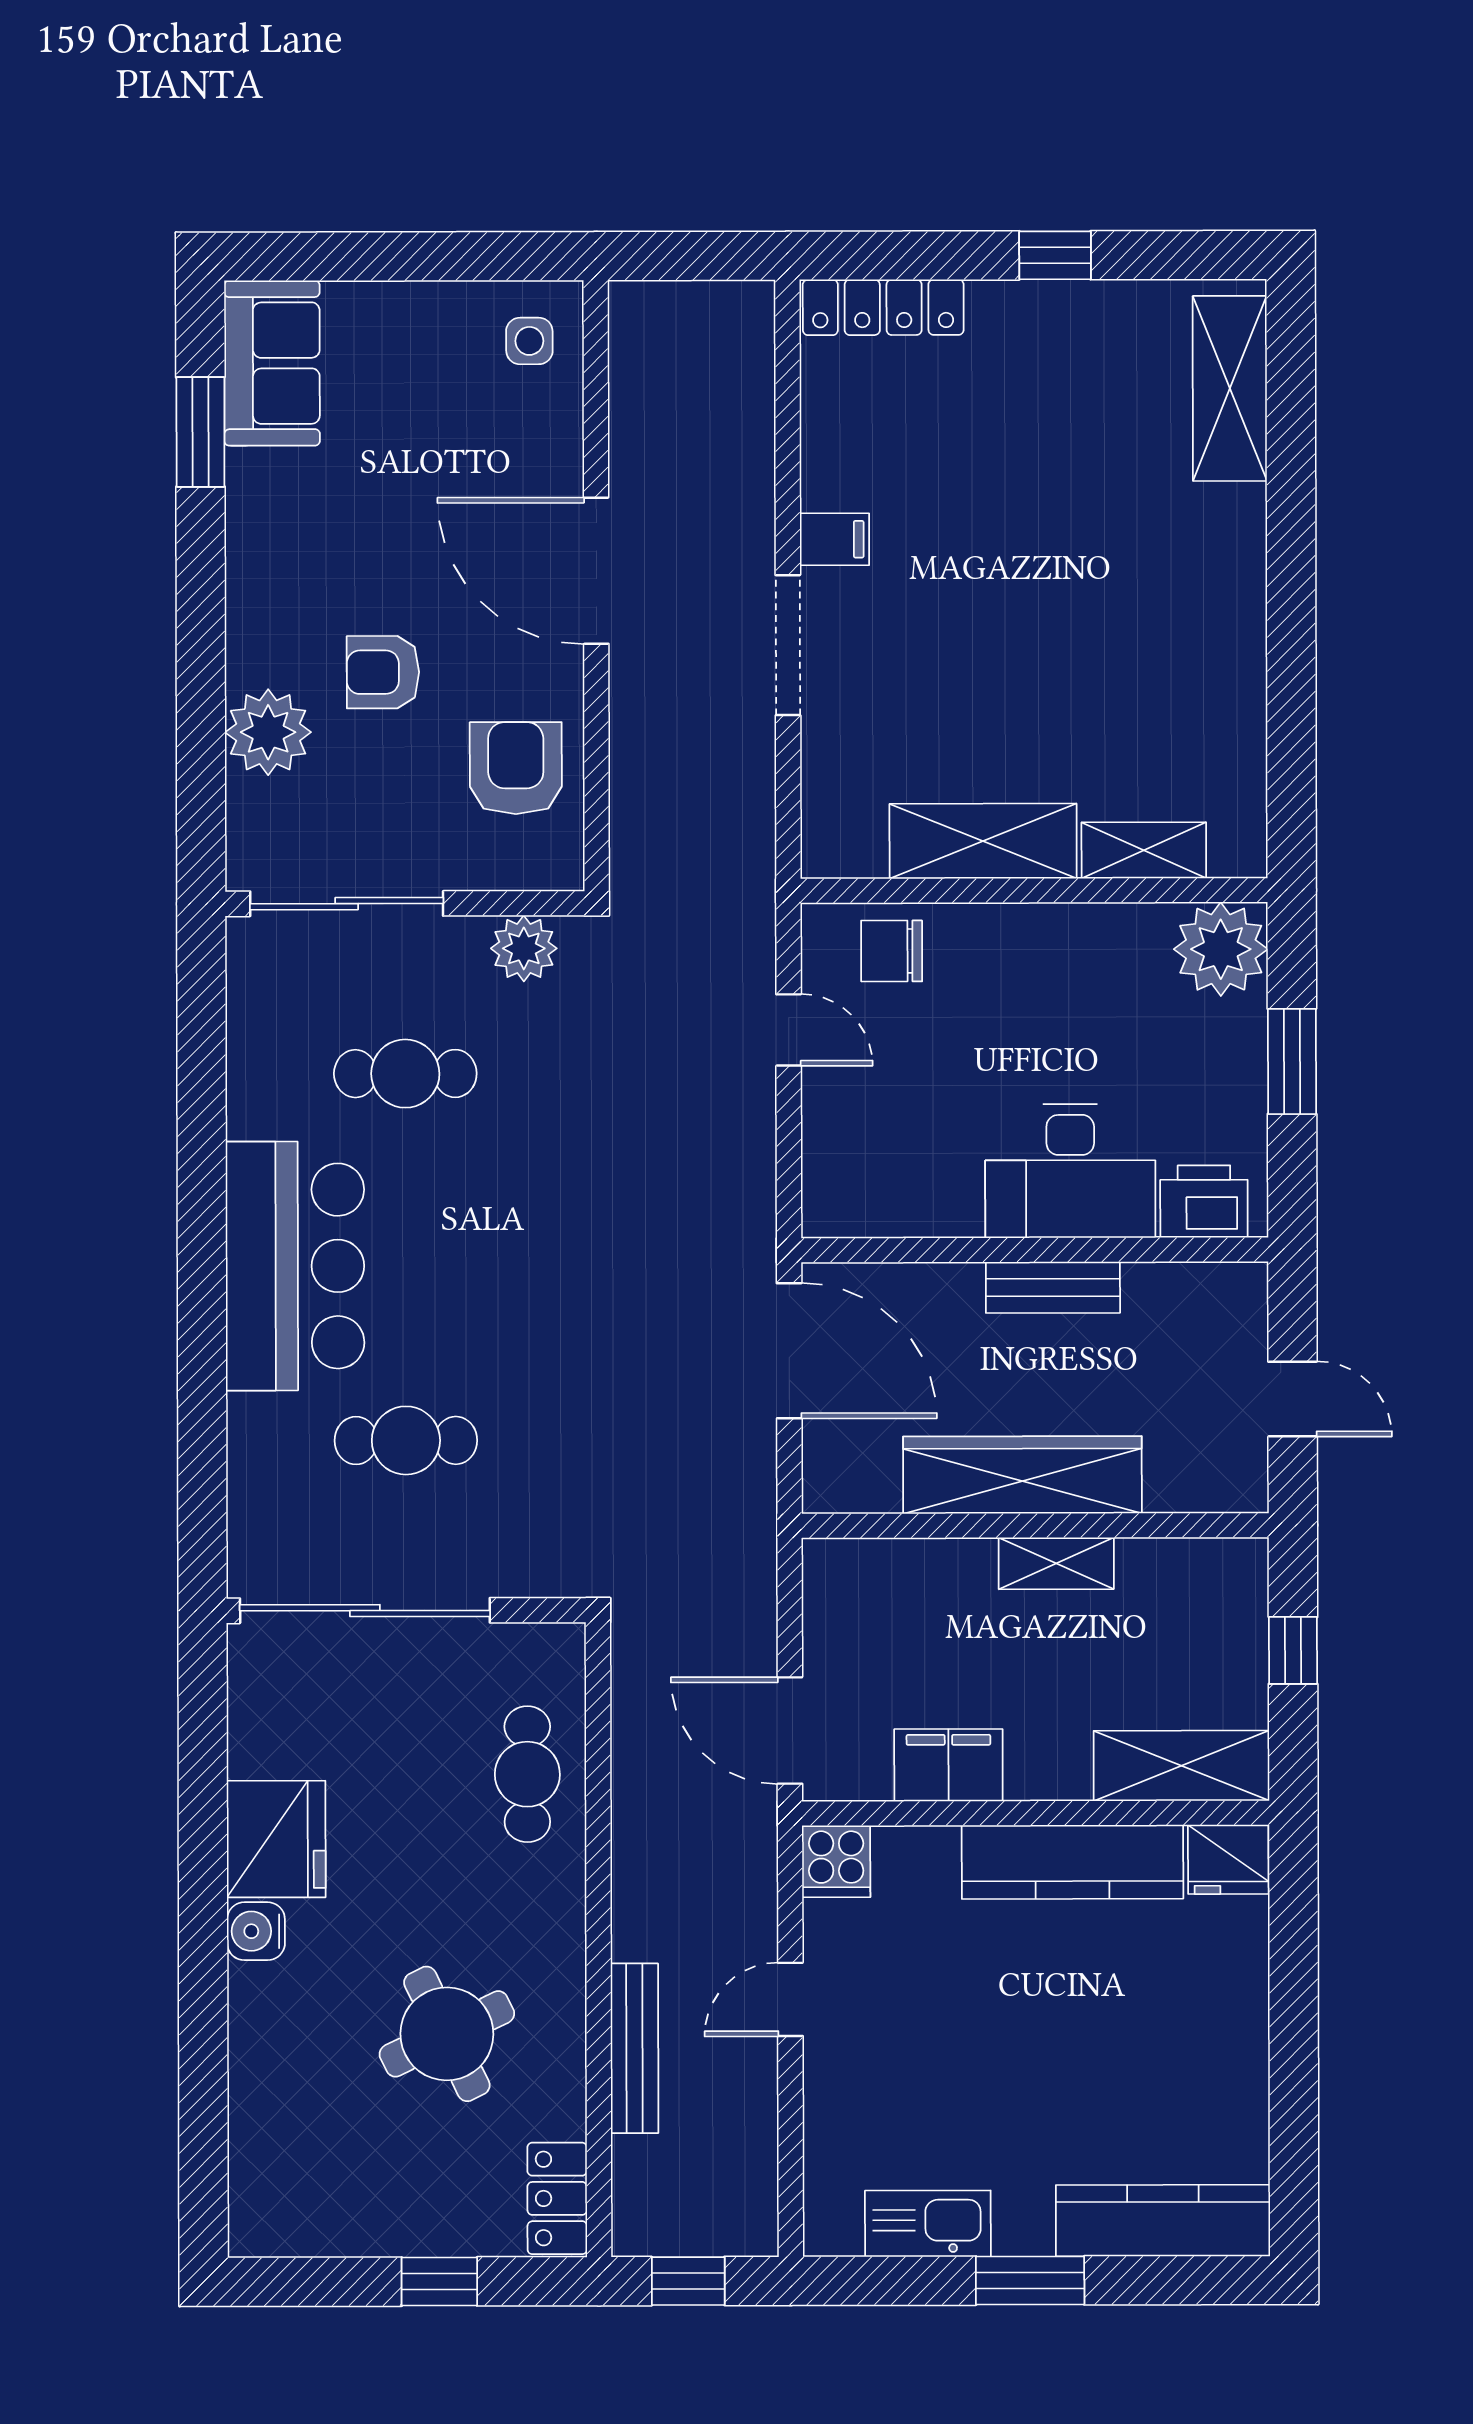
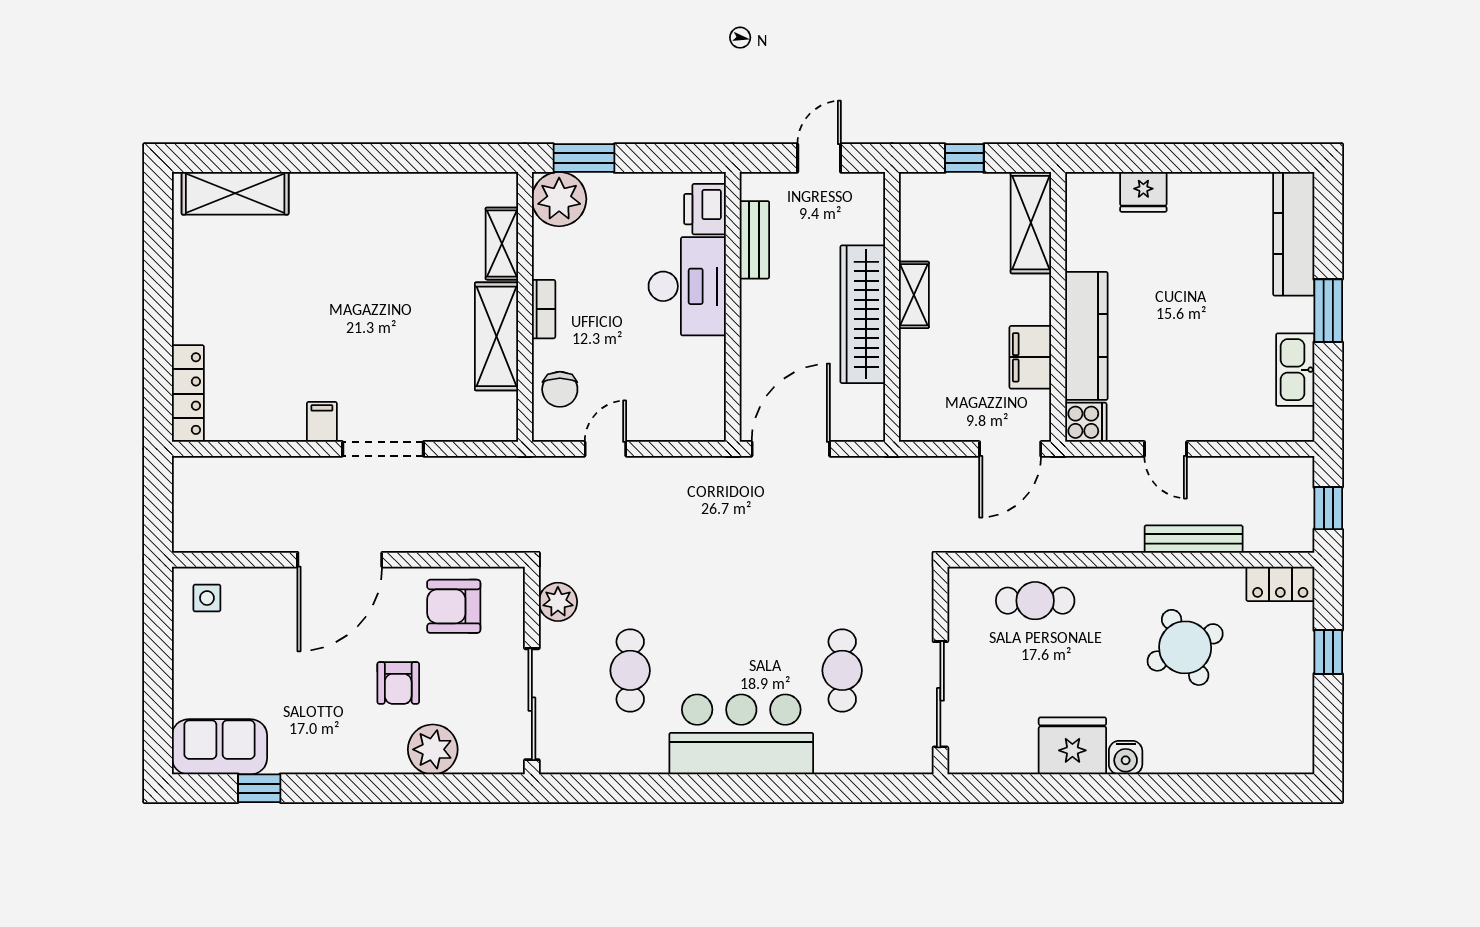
window: (1055, 255) -> (158, 294), removed
window: (200, 432) -> (259, 788), width x0.67
bookcase: (1030, 923) -> (544, 309), added
window: (1292, 1061) -> (584, 158), moved
bench: (1053, 1287) -> (754, 240), moved
sliding door: (365, 1611) -> (940, 694), width x0.73
fridge: (1228, 1859) -> (1143, 192), moved, turned 90
kitchen counter: (1072, 1862) -> (1086, 336), moved

